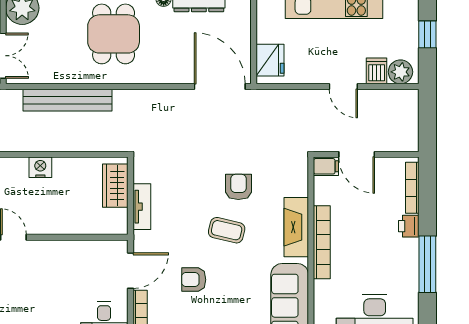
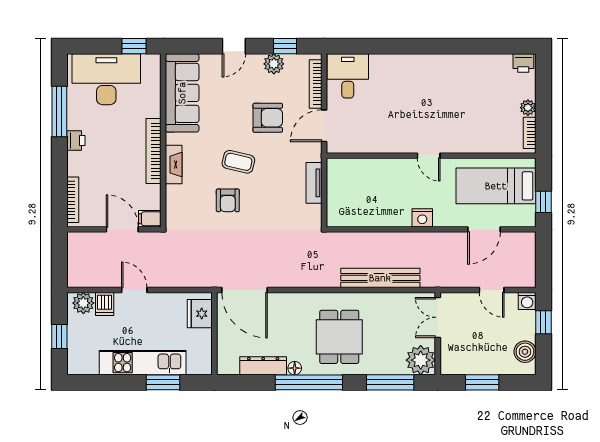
nightstand: (40, 167) -> (422, 218), moved
wardrobe: (115, 186) -> (338, 202), removed
printer: (409, 226) -> (76, 140), moved
fireplace: (296, 227) -> (174, 165), width x0.73, depth x0.76
window: (427, 264) -> (59, 111), moved
armchair: (194, 280) -> (268, 118), width x1.38, depth x1.38

